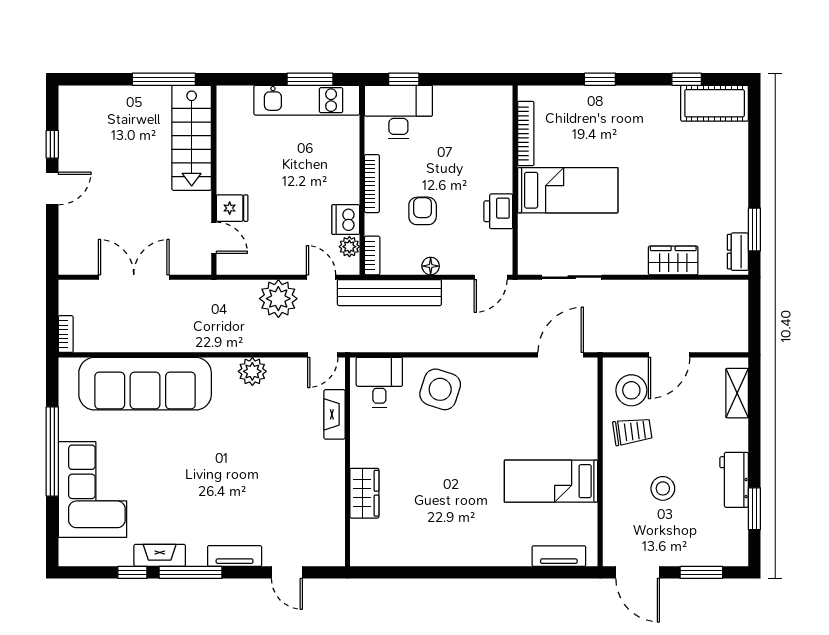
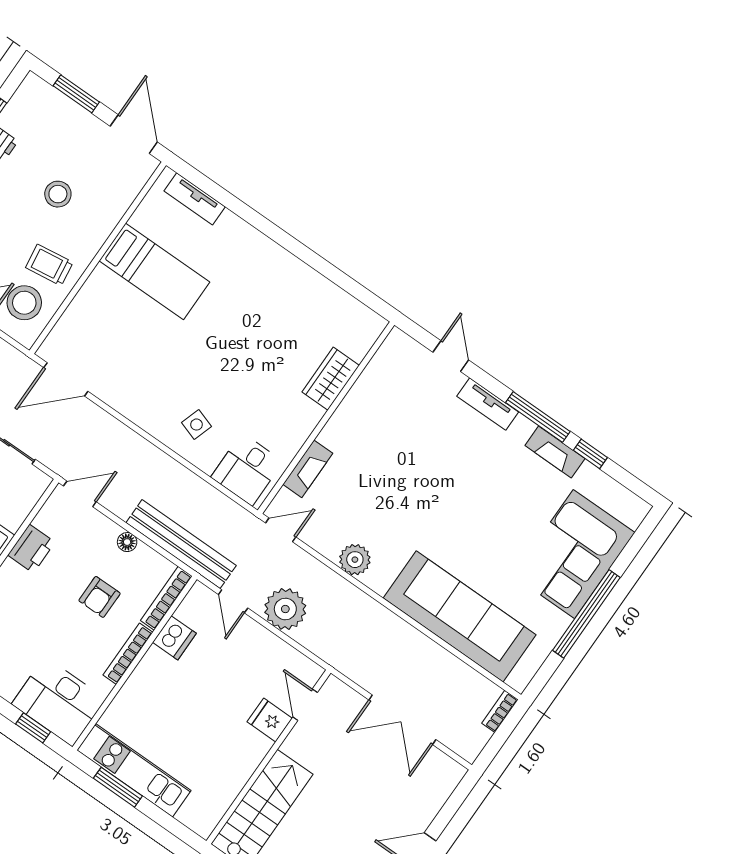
plant: (349, 247) -> (188, 611), removed
bookcase: (372, 255) -> (166, 598), width x1.56
side table: (440, 389) -> (196, 425), width x0.54, depth x0.54

